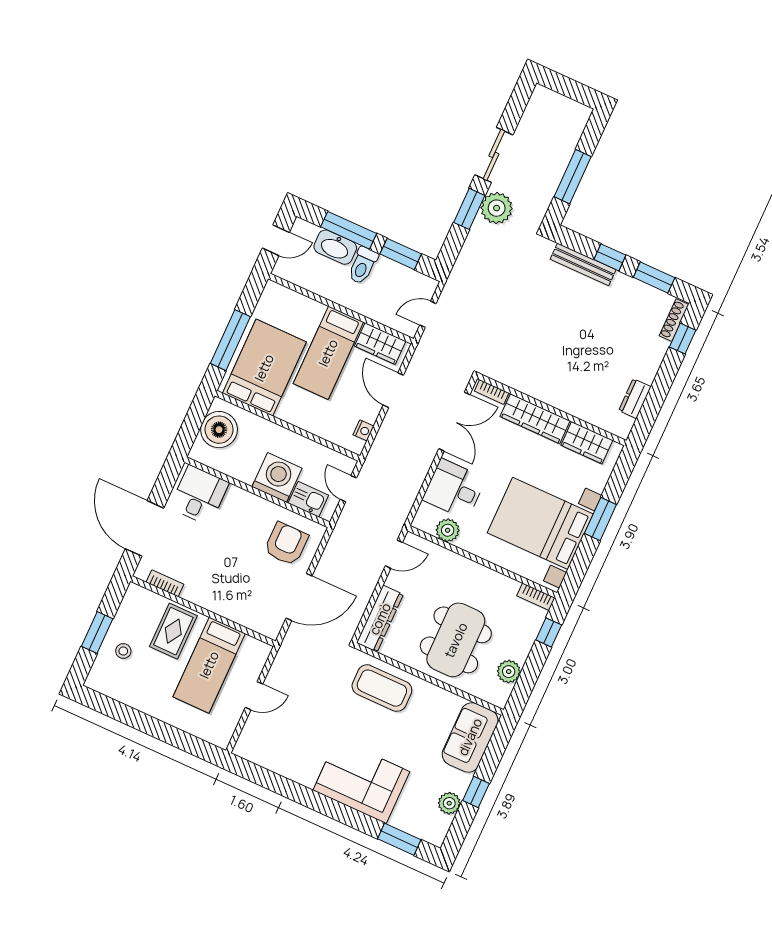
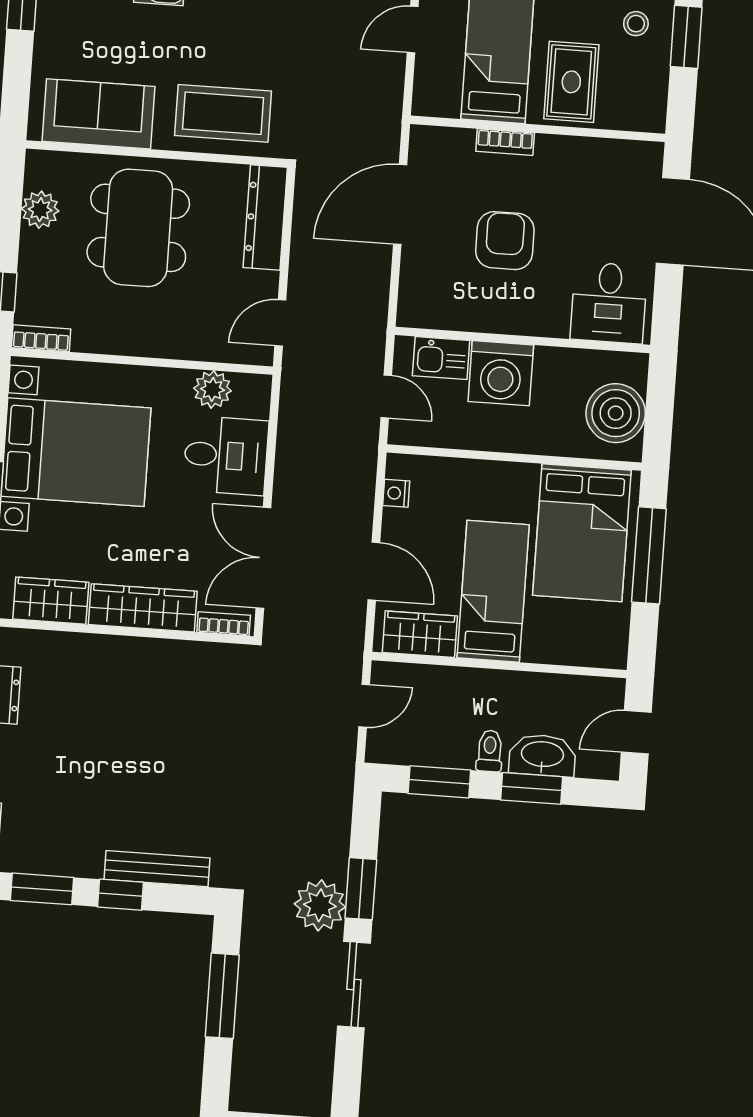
window: (349, 230) -> (532, 788), width x0.69
toilet: (363, 265) -> (490, 751), width x0.73, depth x0.72
armchair: (286, 544) -> (505, 241), moved, turned 180
bookcase: (165, 583) -> (505, 142), moved
sofa: (470, 737) -> (99, 114), moved, turned -90

